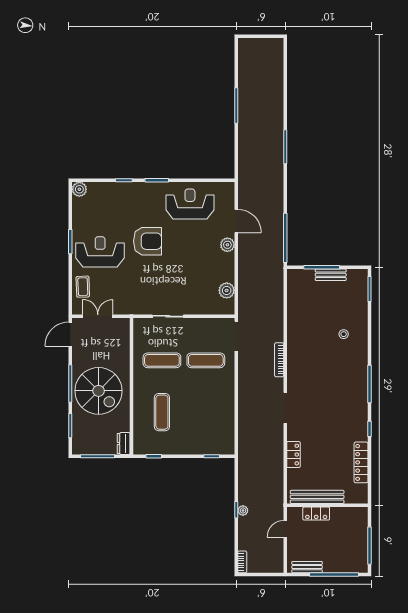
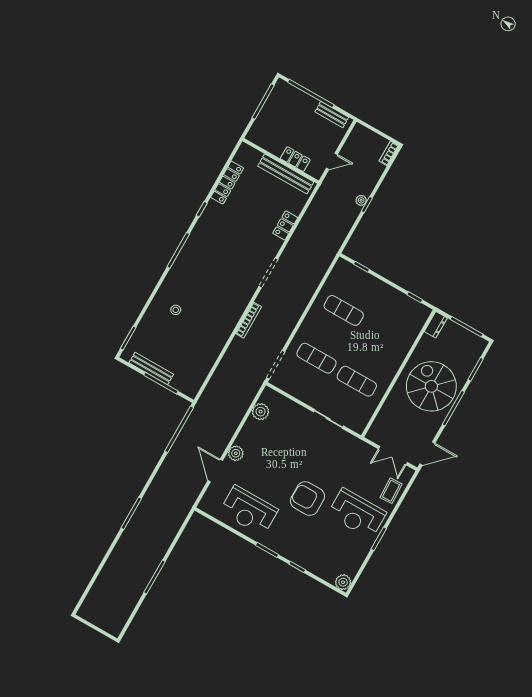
bench: (331, 275) -> (151, 368), width x1.36
exercise mat: (162, 412) -> (344, 310), moved, turned 90

